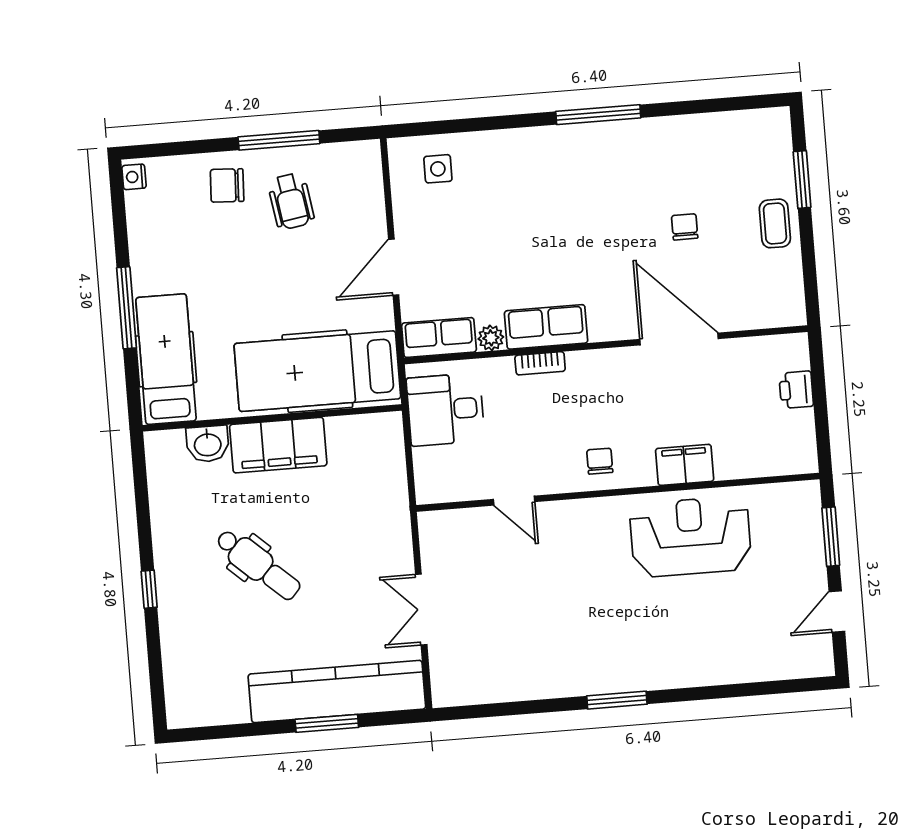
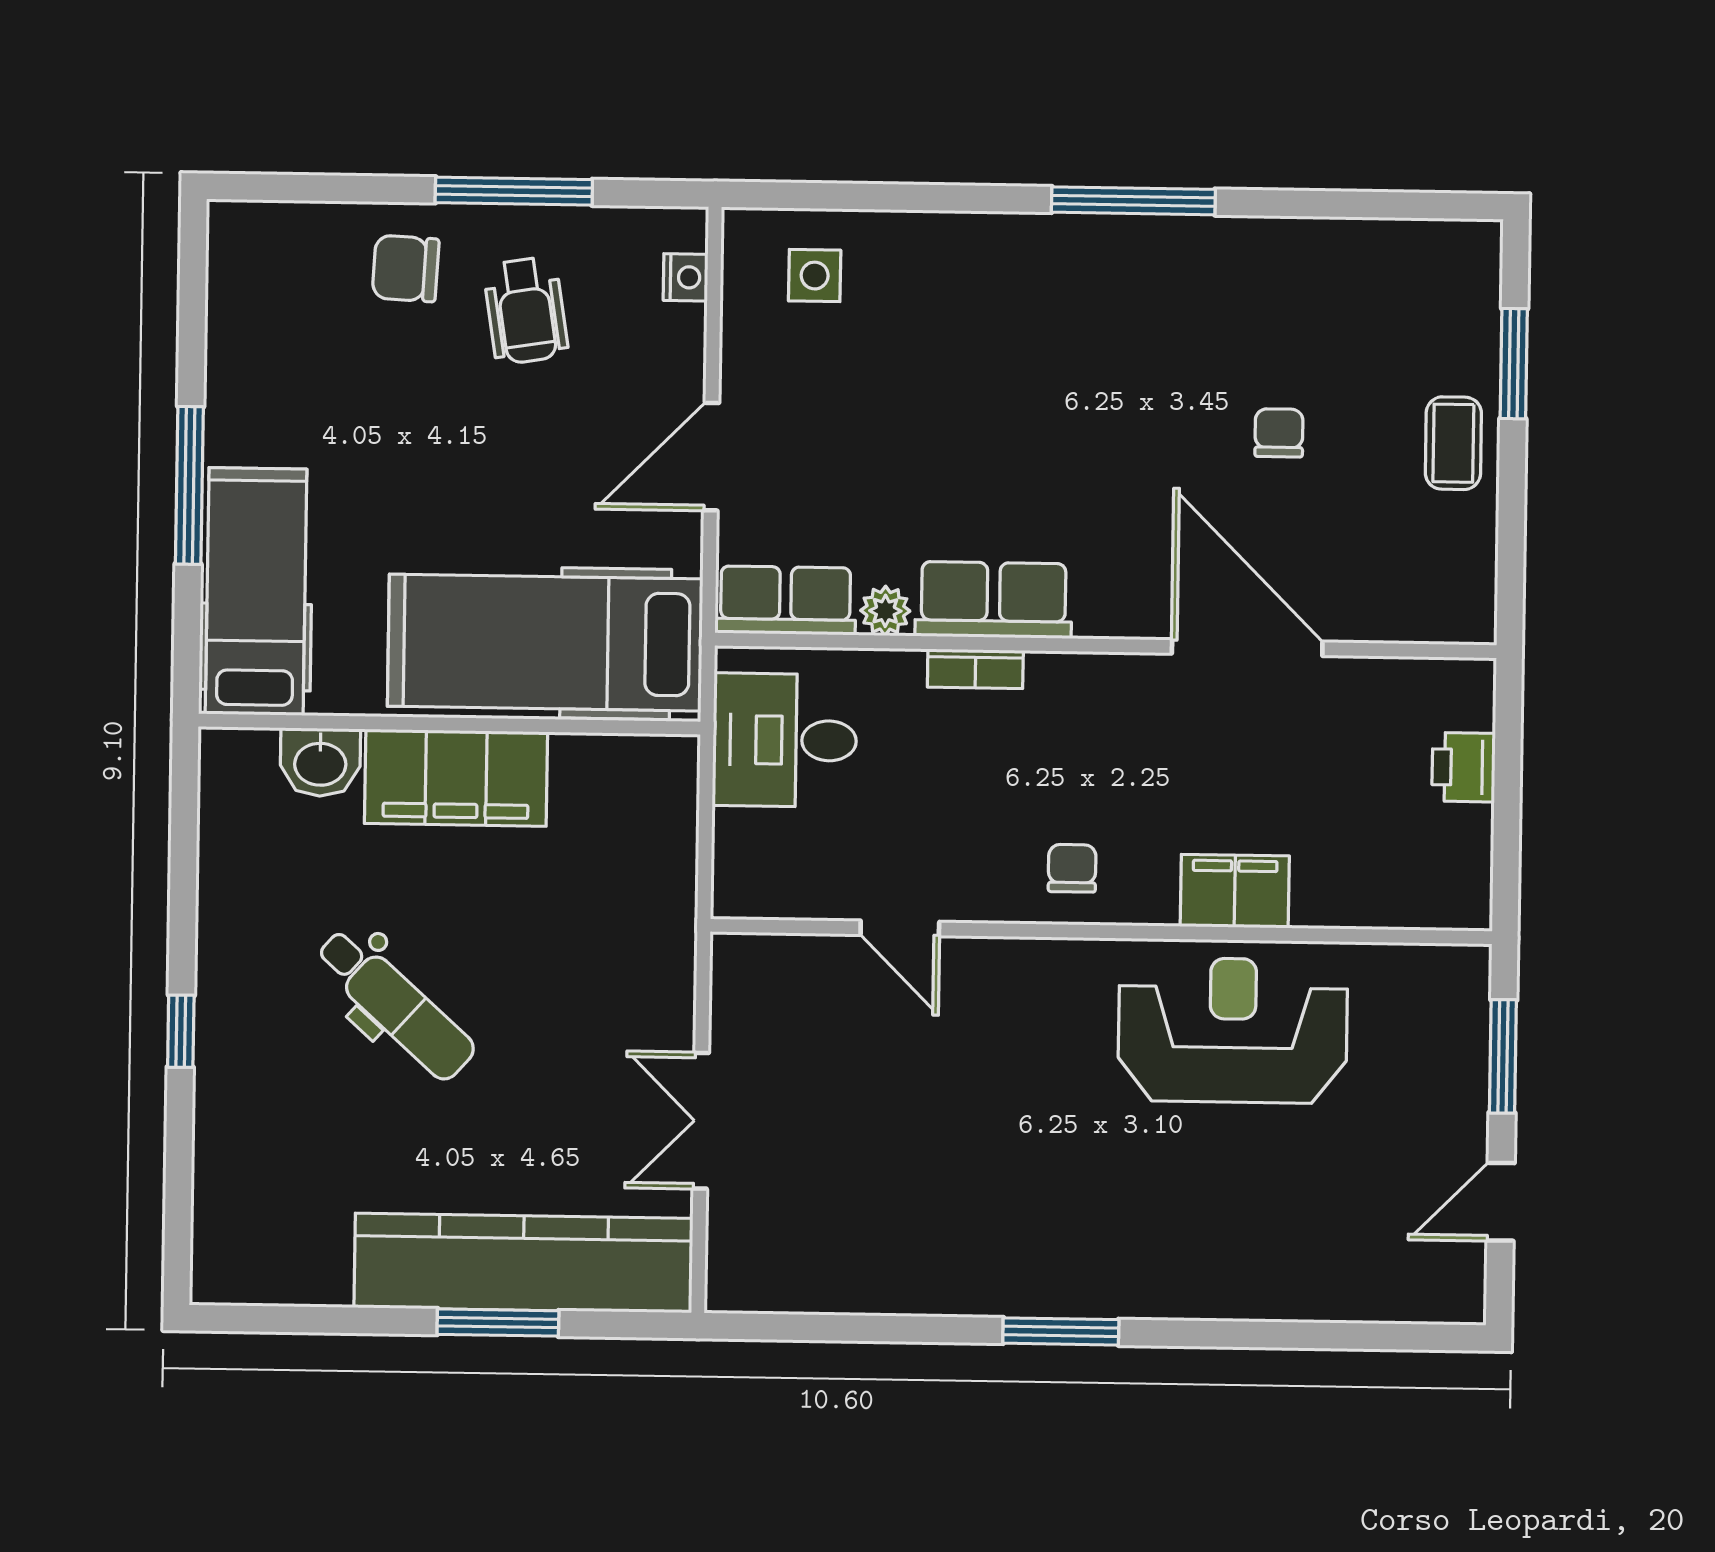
nightstand: (134, 177) -> (686, 277), moved, turned 180

